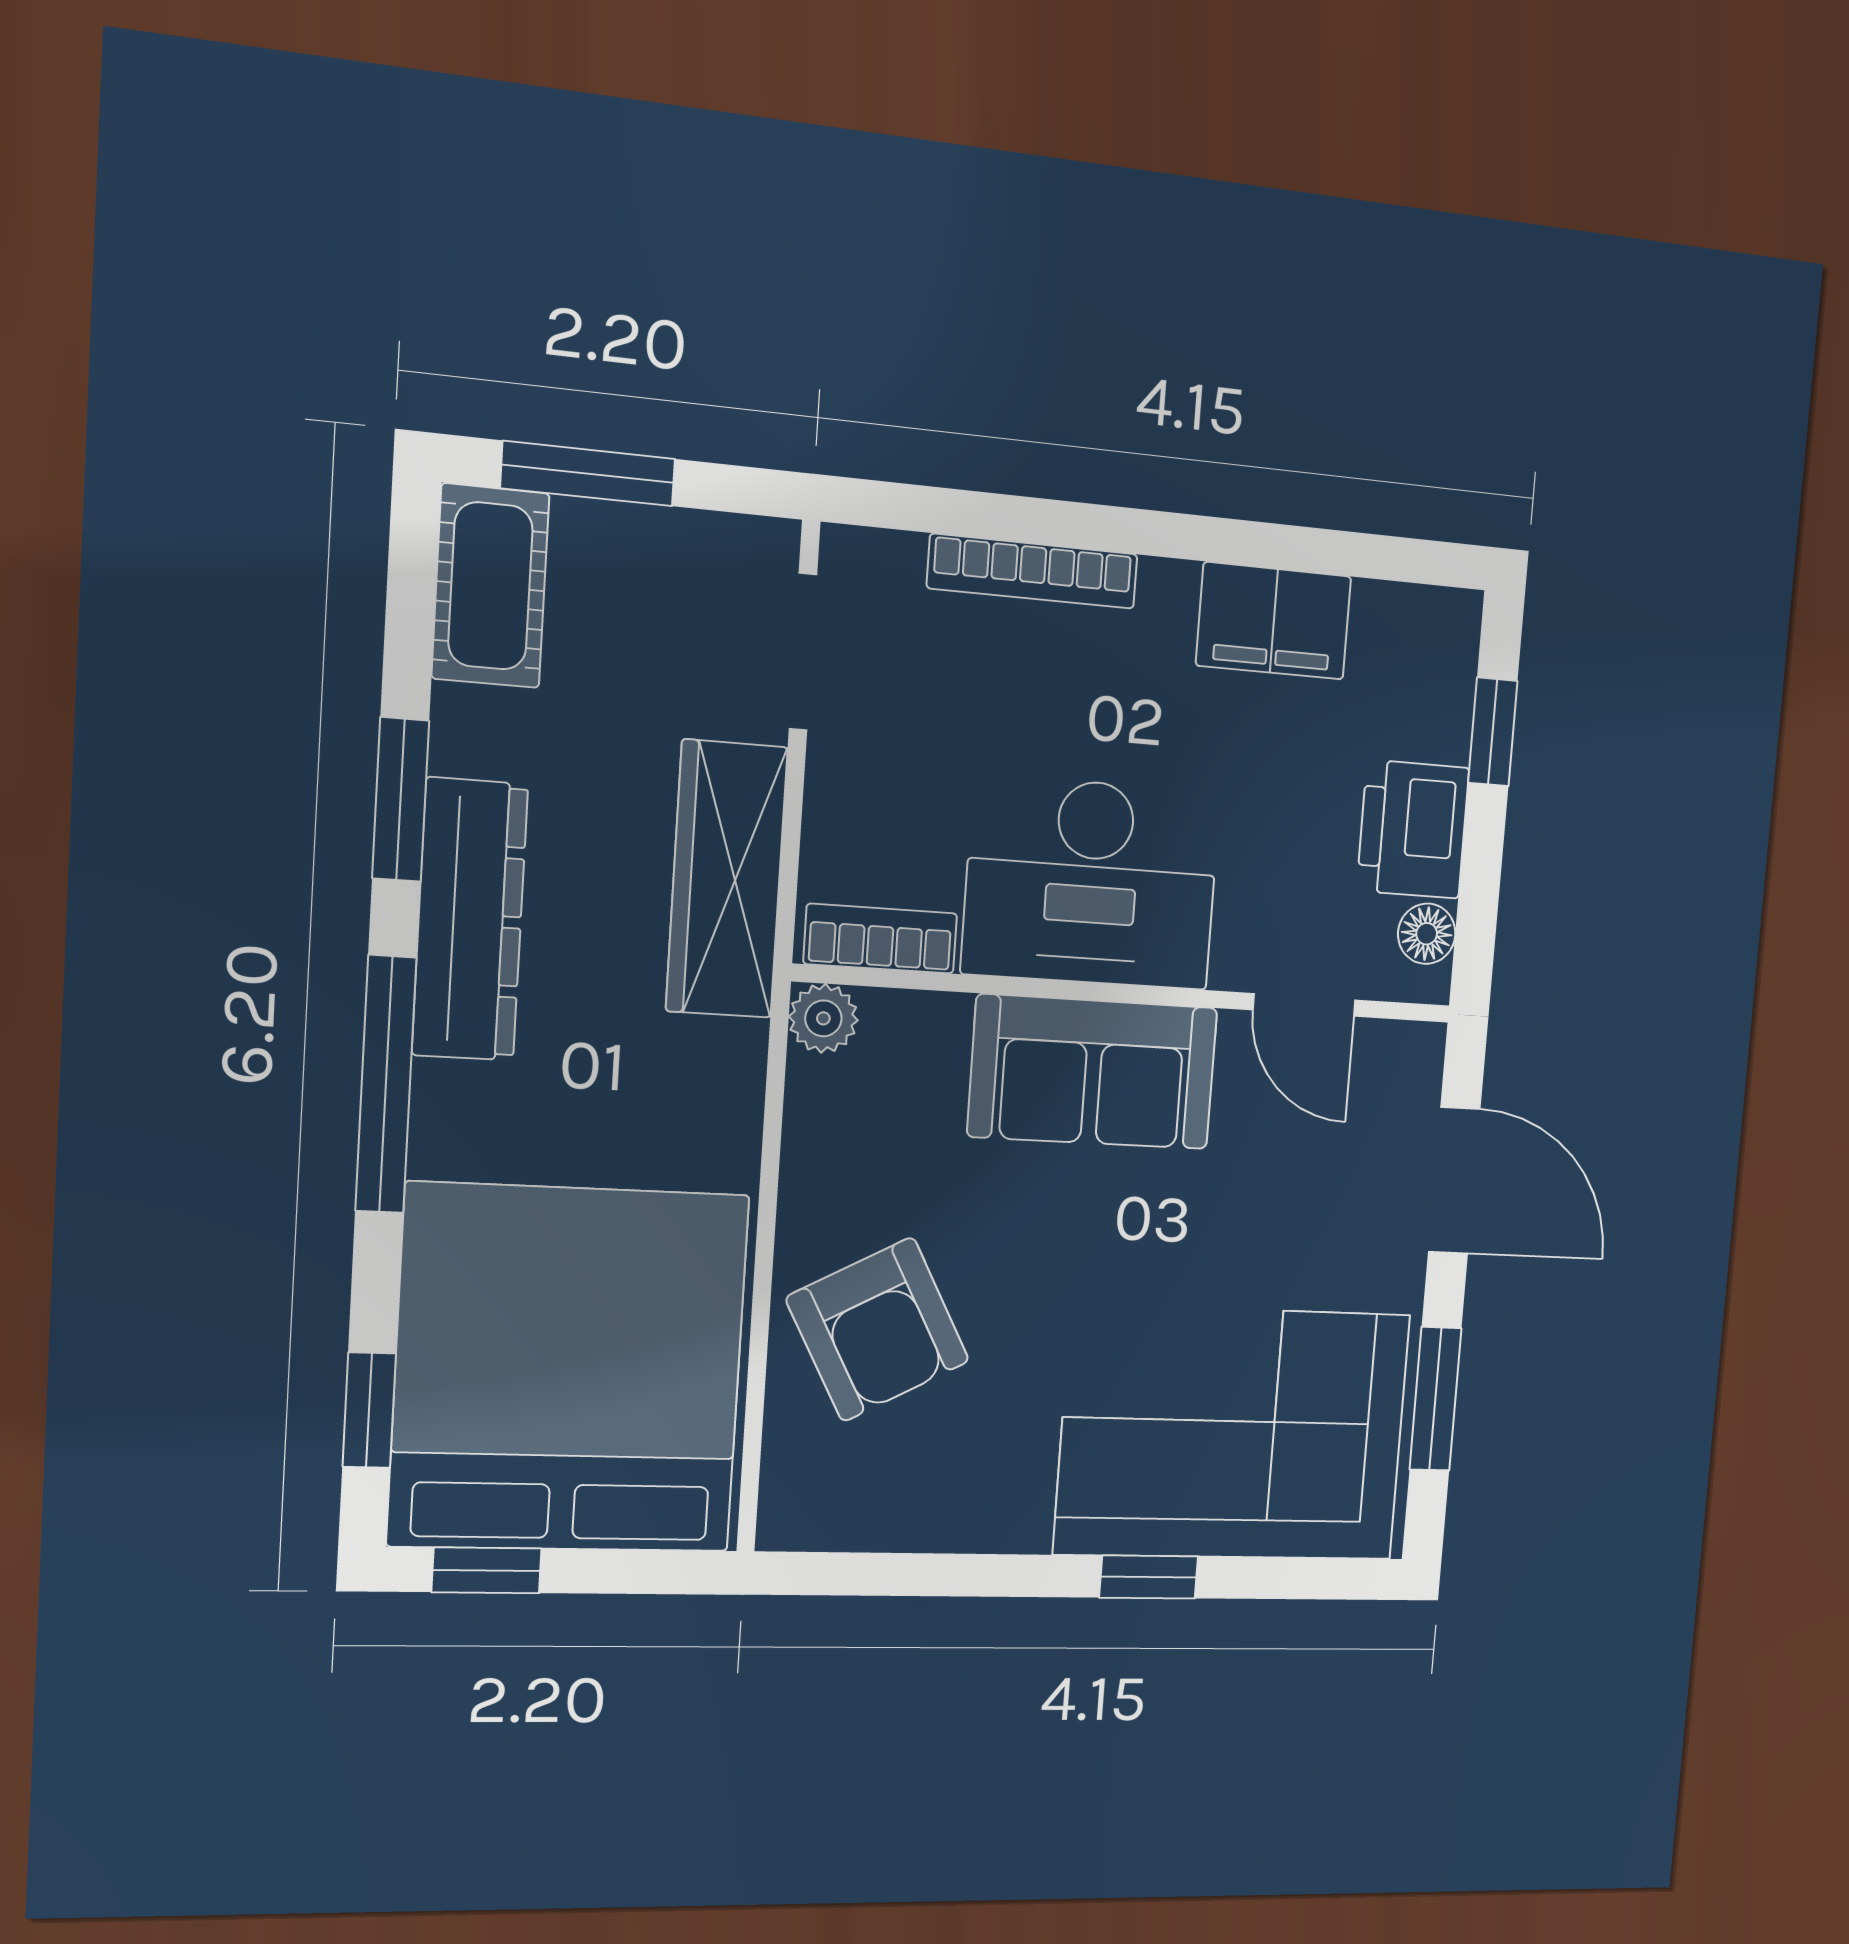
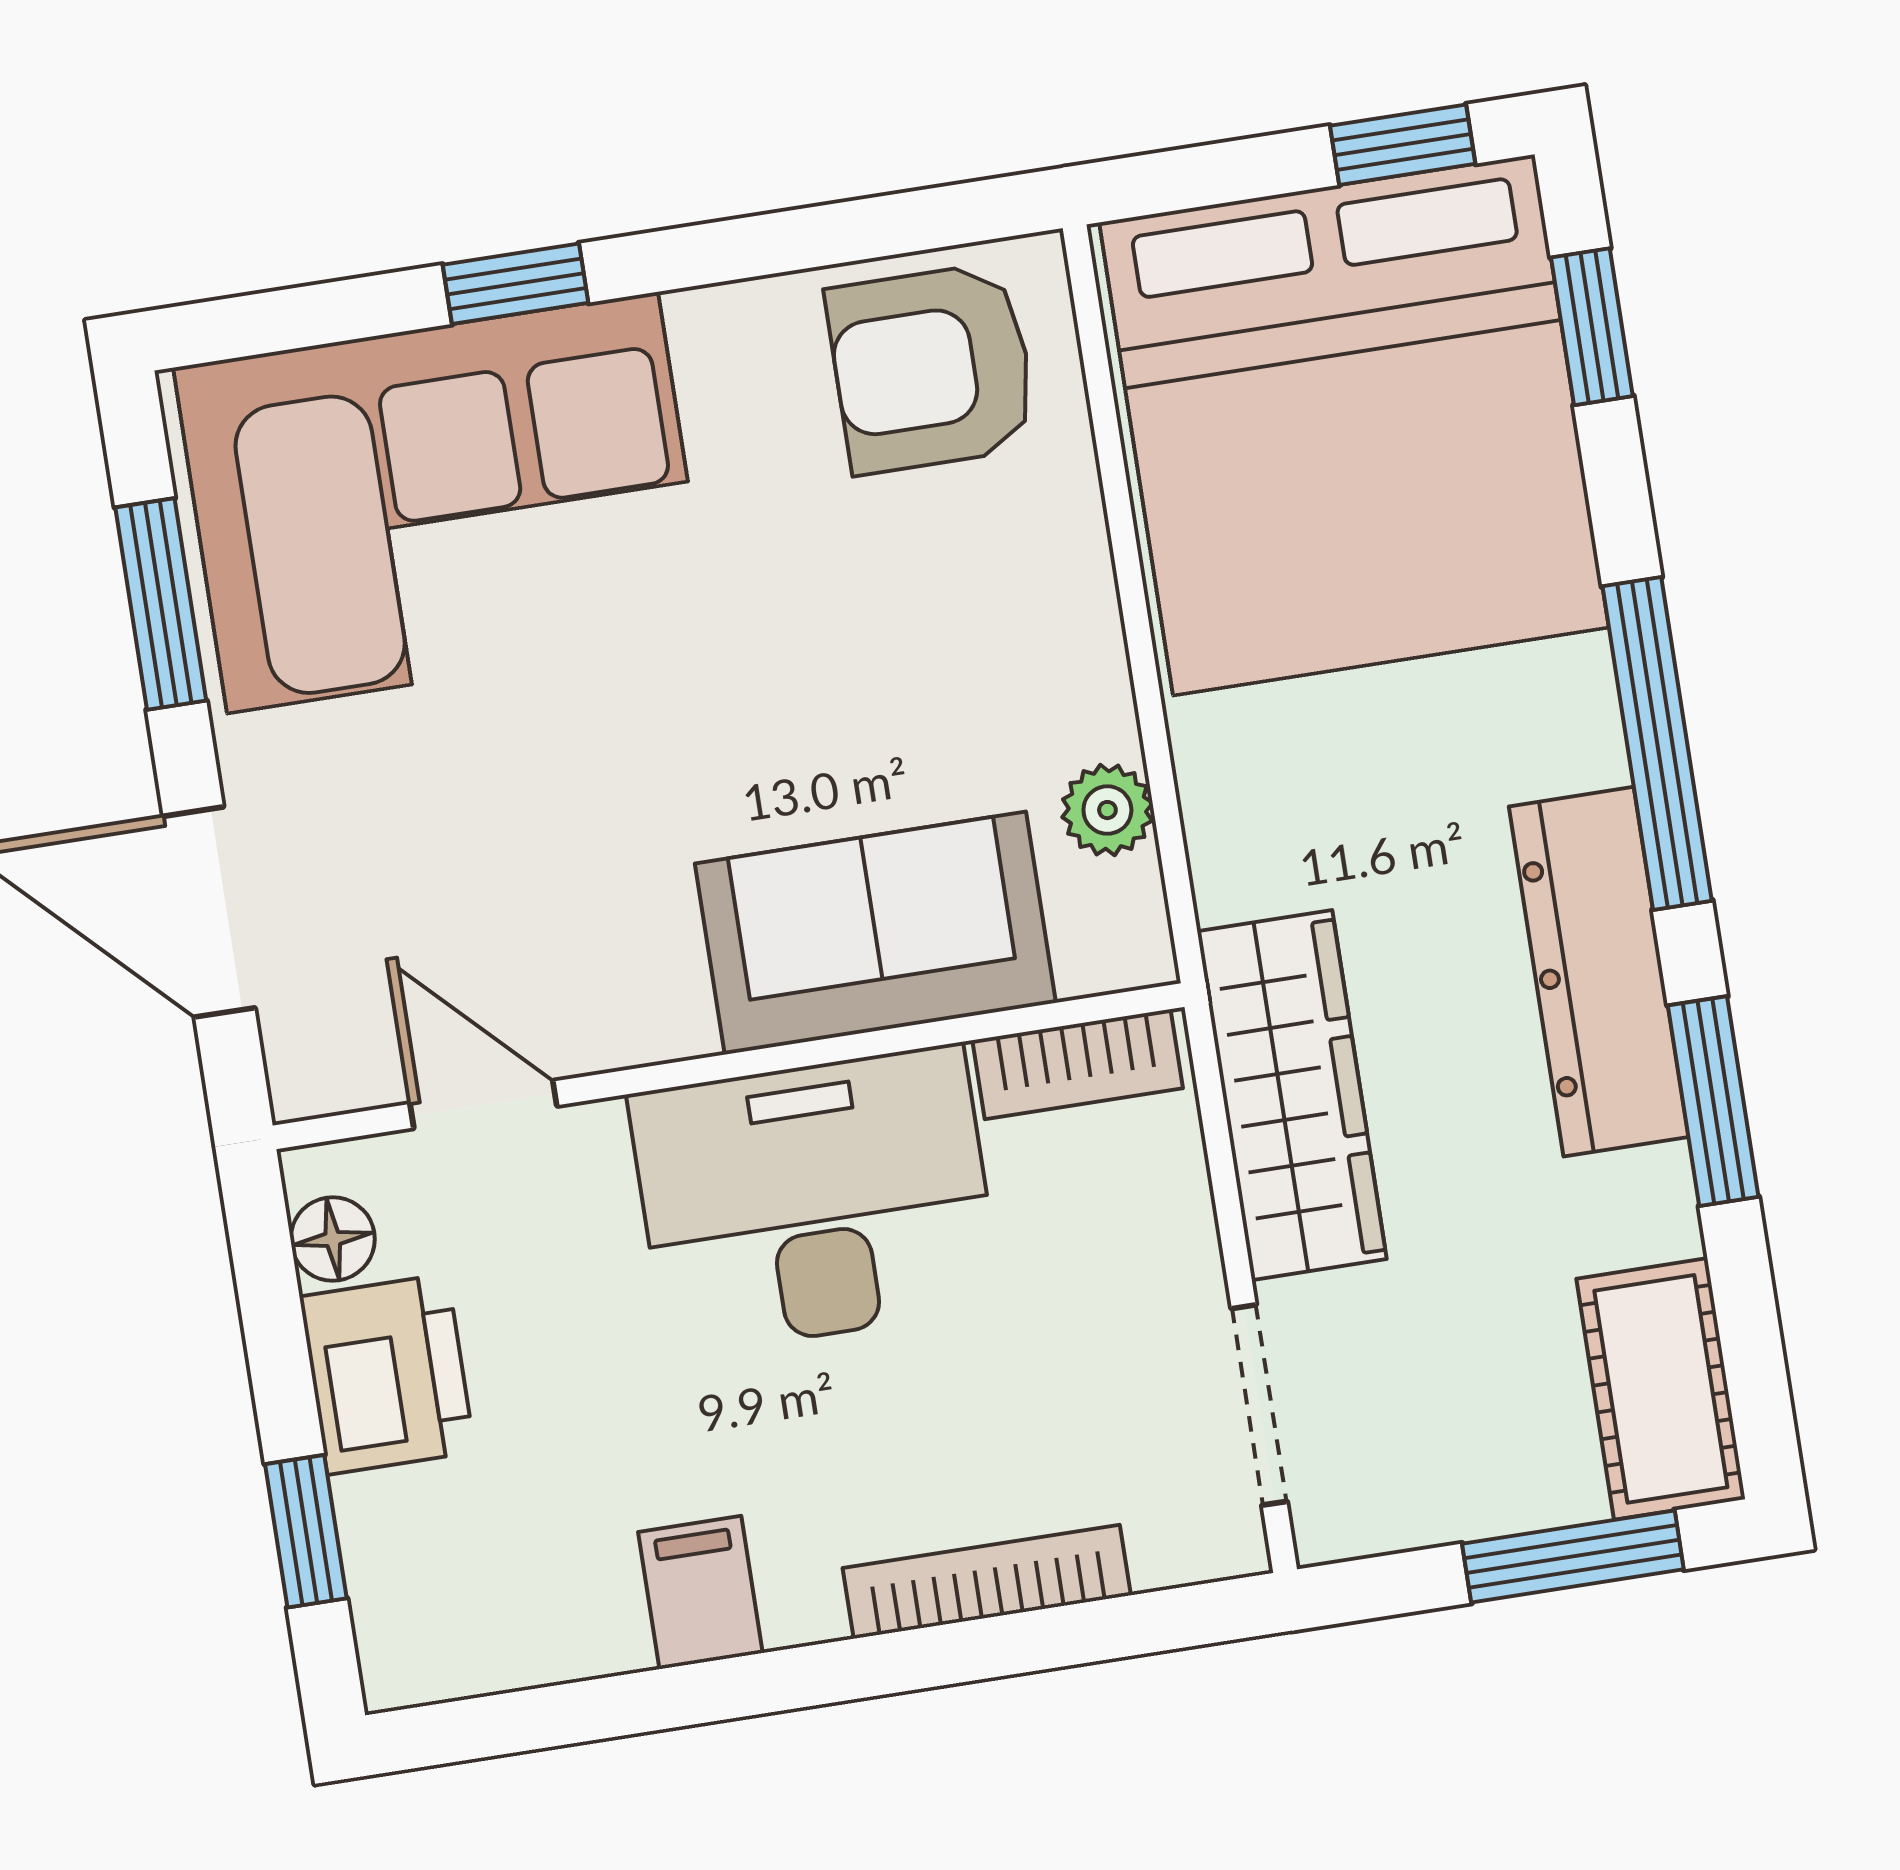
filing cabinet: (1274, 621) -> (700, 1593), width x0.50
plant: (823, 1018) -> (1107, 810), moved
sofa: (1093, 1072) -> (875, 933), moved
armchair: (878, 1329) -> (932, 368), moved, turned -62

